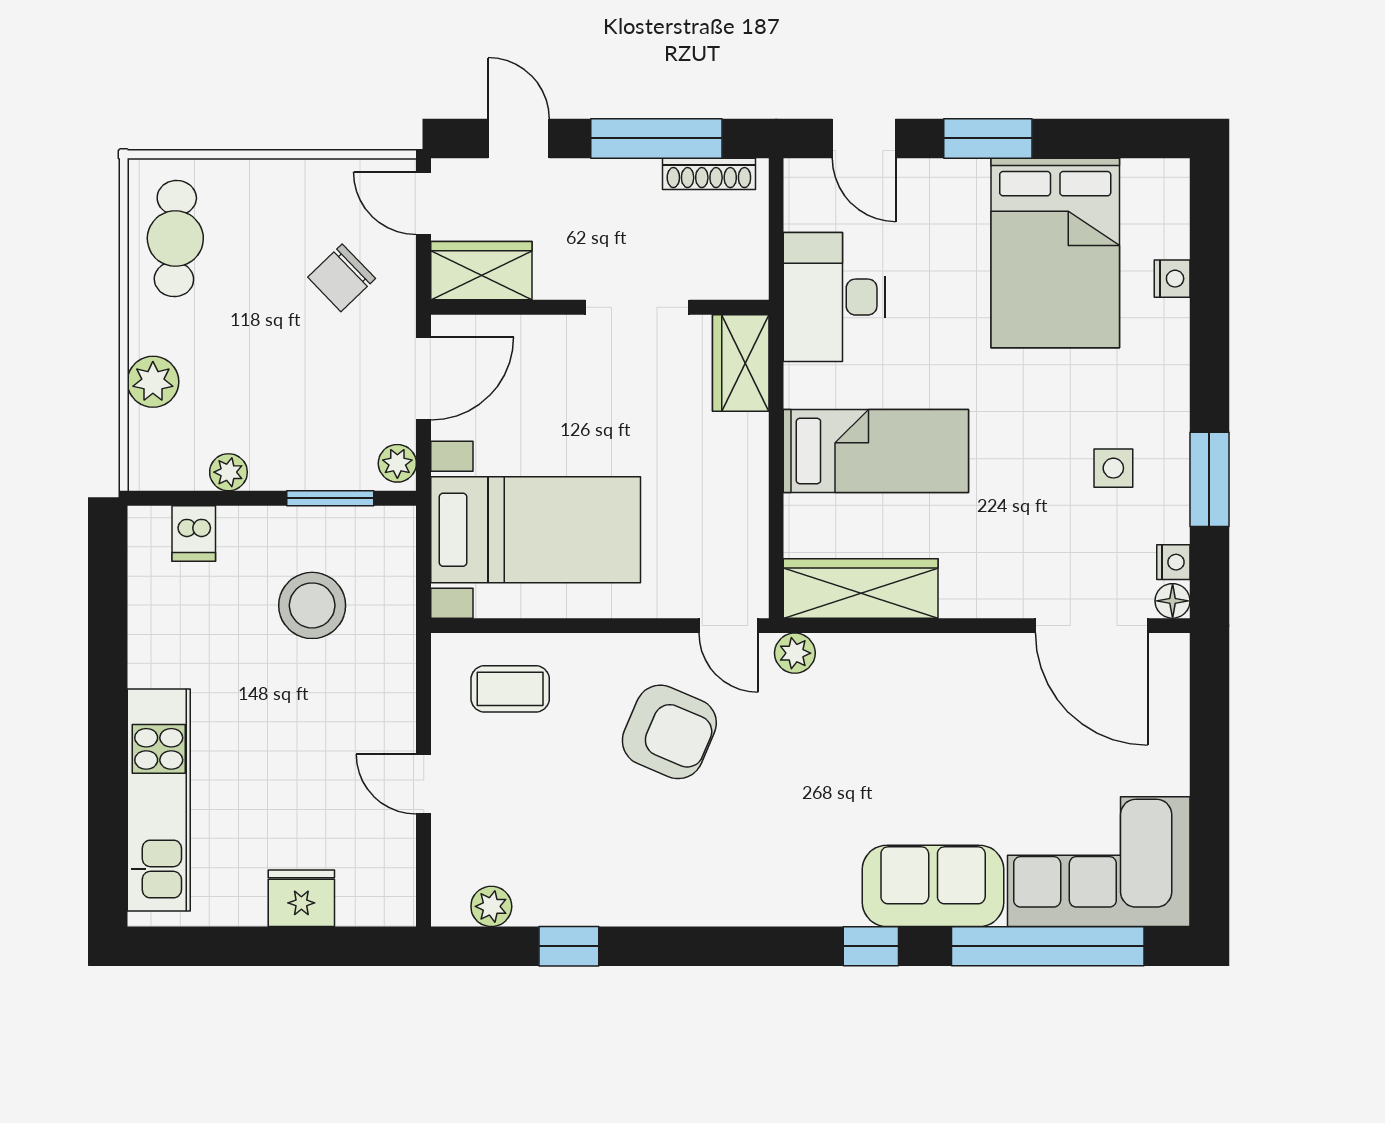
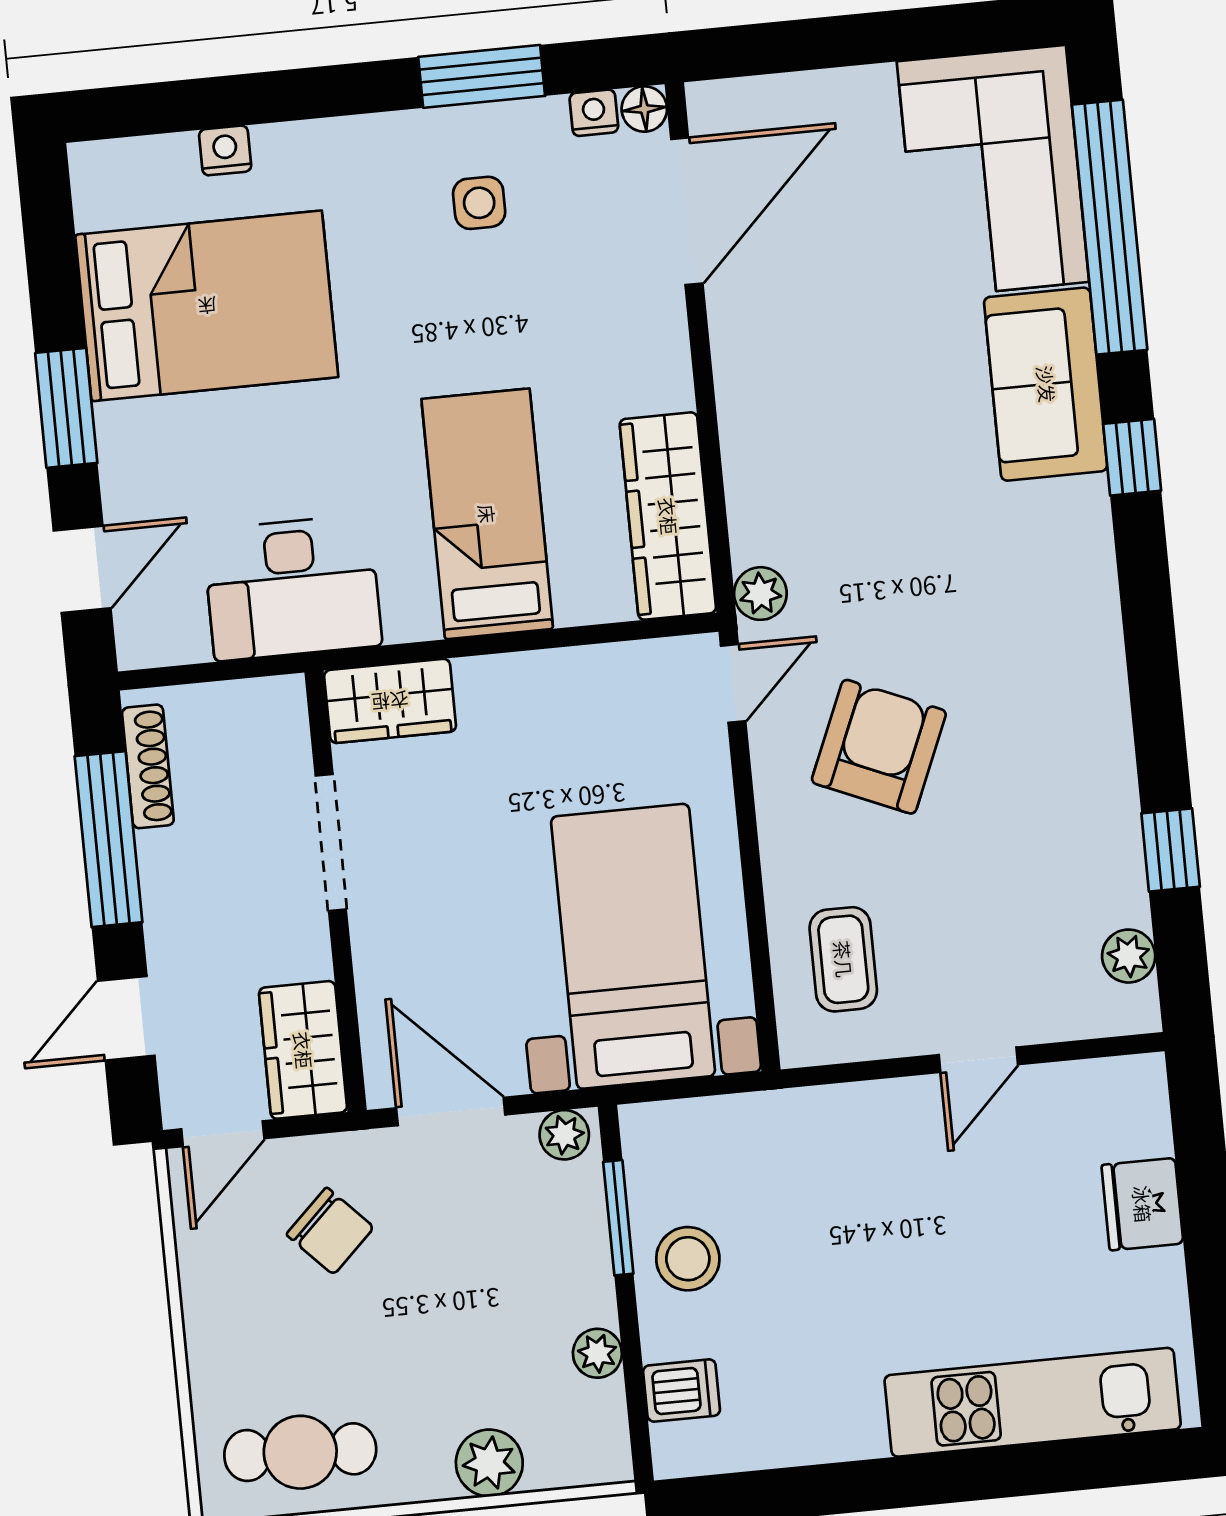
stool: (312, 605) -> (688, 1259), moved, width x0.73, depth x0.73

